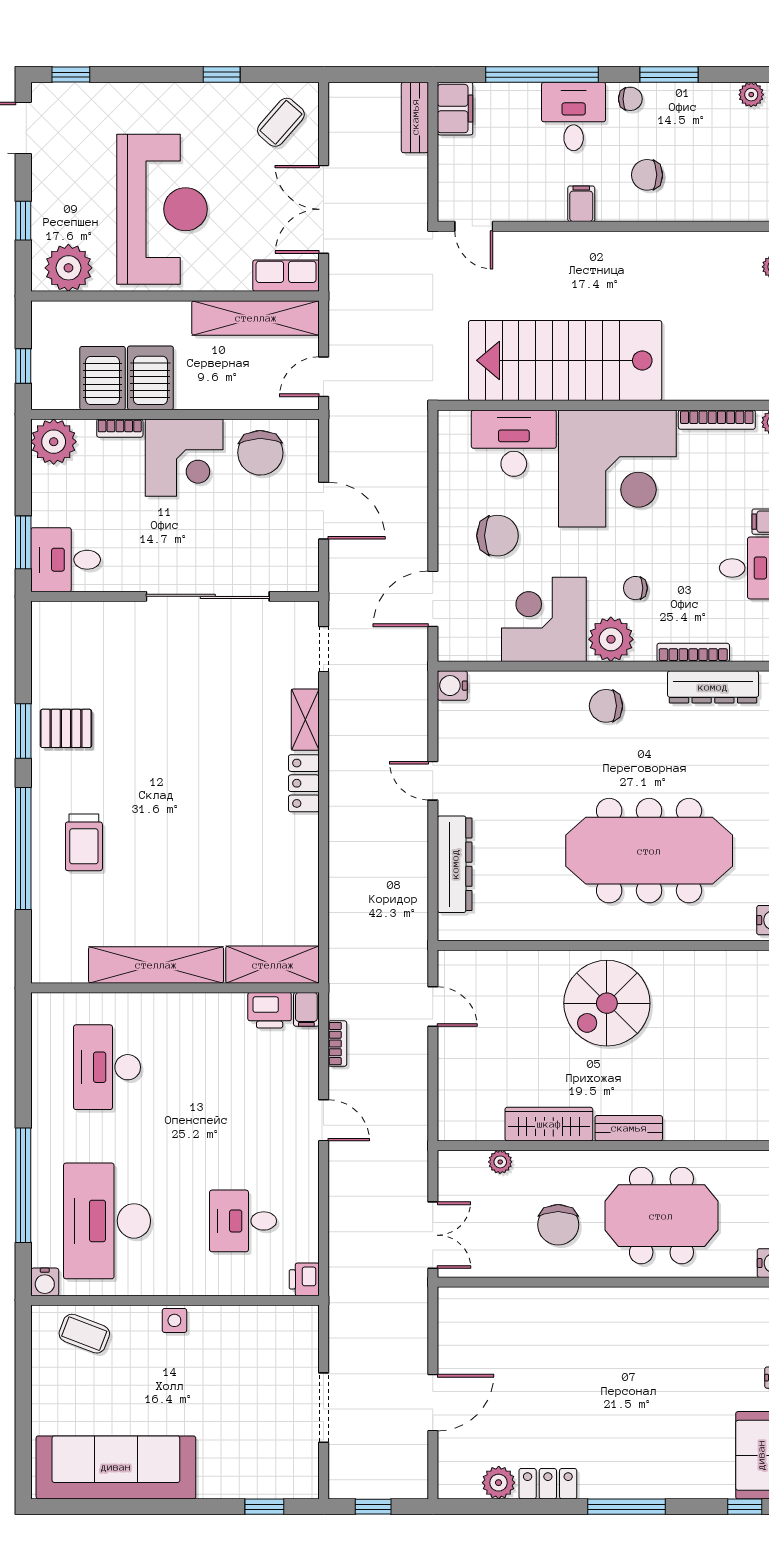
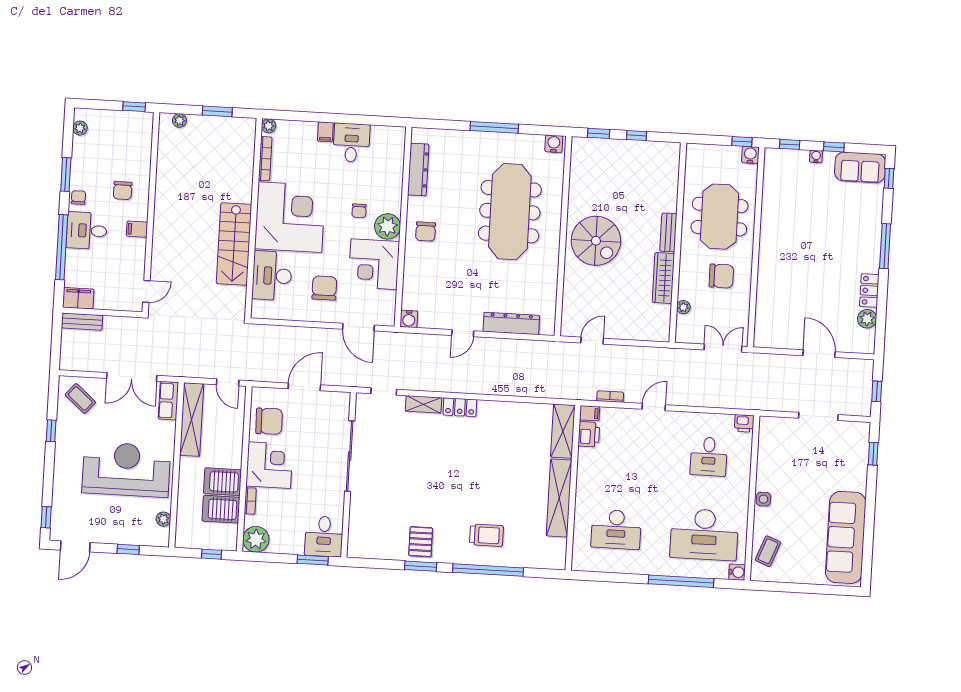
plant: (68, 268) -> (163, 519), width x0.53, depth x0.53
stairs: (565, 360) -> (234, 244), width x0.73, depth x0.66
bookcase: (693, 652) -> (398, 180), removed

